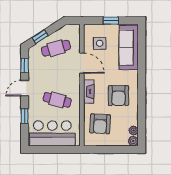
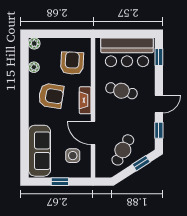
cafe table: (56, 48) -> (123, 150), turned -46
armchair: (119, 96) -> (51, 96), turned 99
window: (25, 116) -> (159, 57), moved
plant: (134, 131) -> (34, 67), moved

